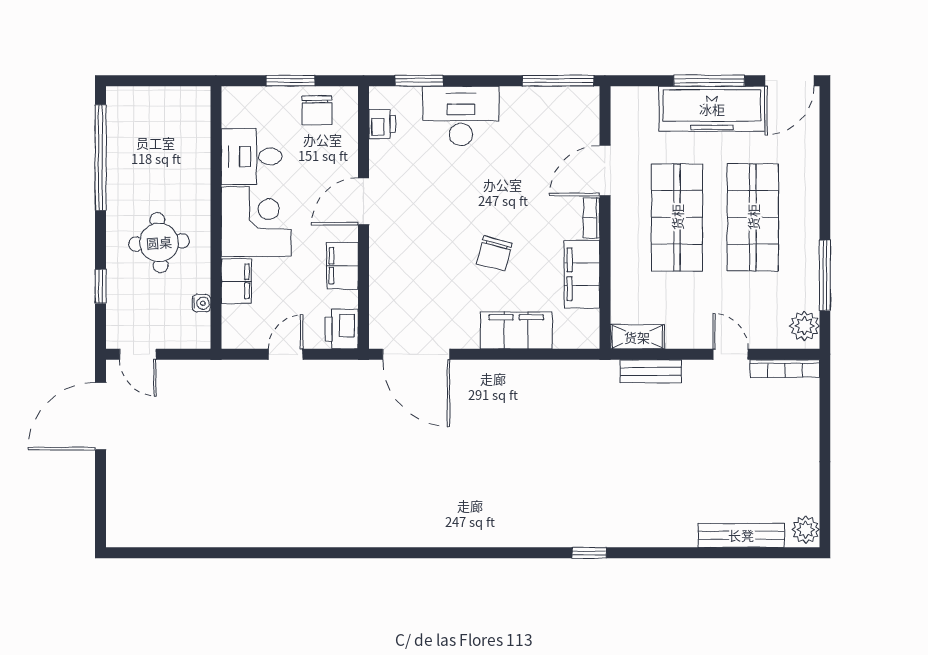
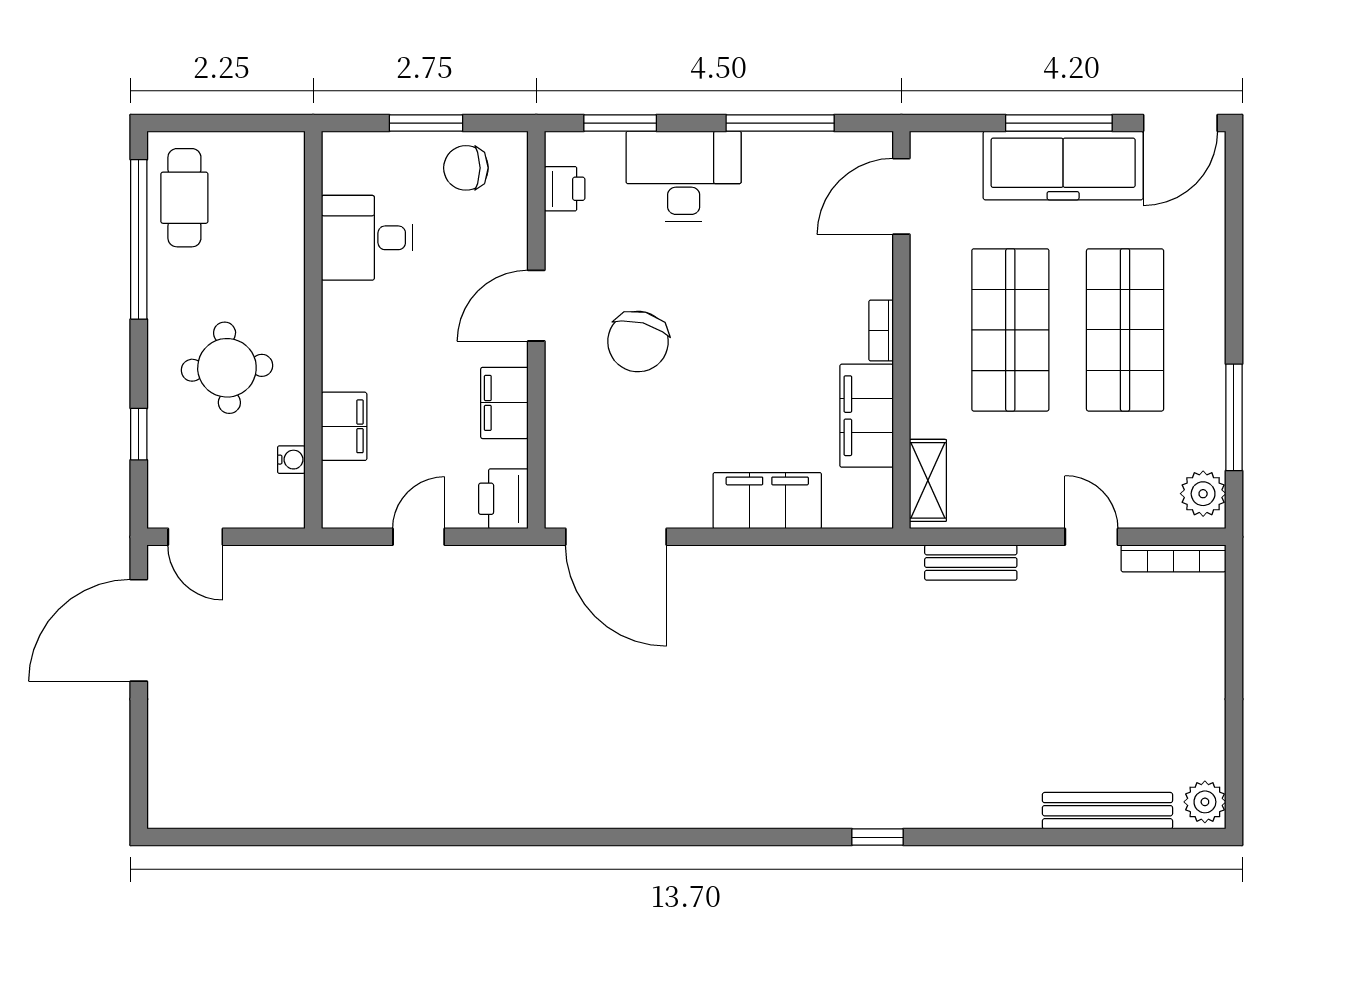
window: (558, 81) -> (780, 123), moved
chair: (317, 110) -> (466, 168), turned 90
cafe table: (131, 130) -> (184, 198), added
door: (605, 171) -> (901, 196), moved
corner desk: (256, 222) -> (374, 336), removed
chair: (494, 253) -> (638, 342), moved, width x1.37, depth x1.37
shelving: (637, 337) -> (928, 480), moved, turned 90

